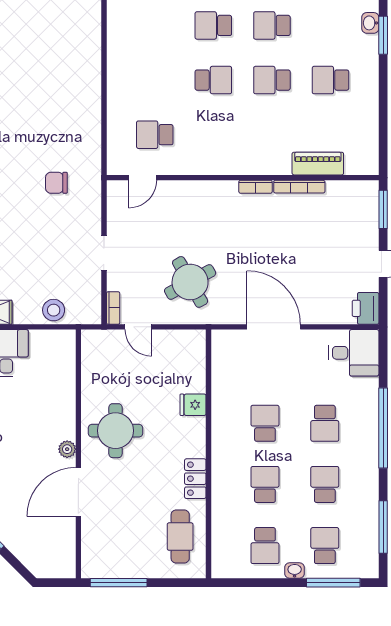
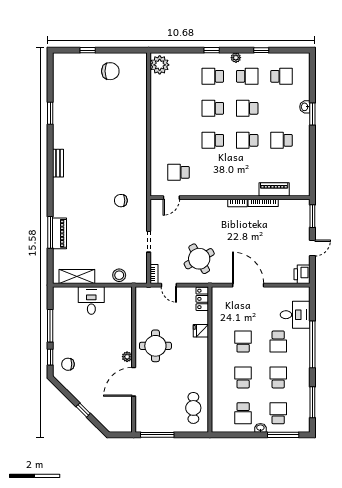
school desk: (213, 80) -> (213, 140), turned 180
desk: (354, 353) -> (295, 315), moved
locker: (195, 479) -> (202, 299), moved

